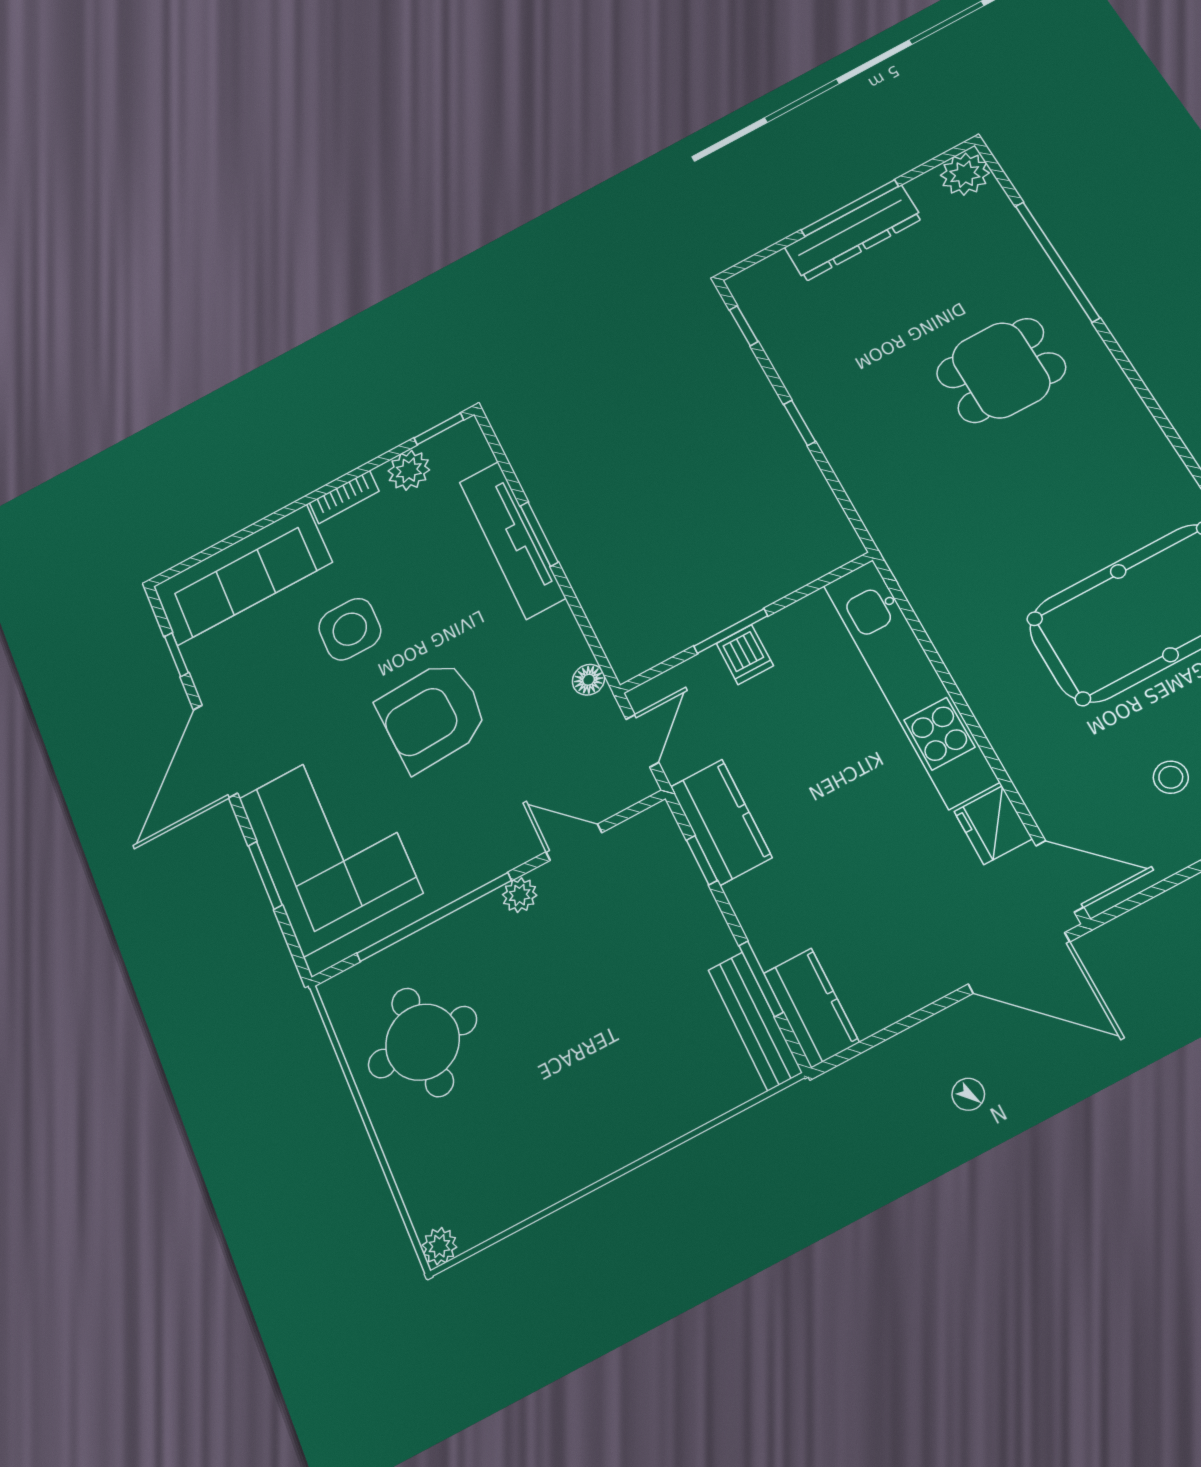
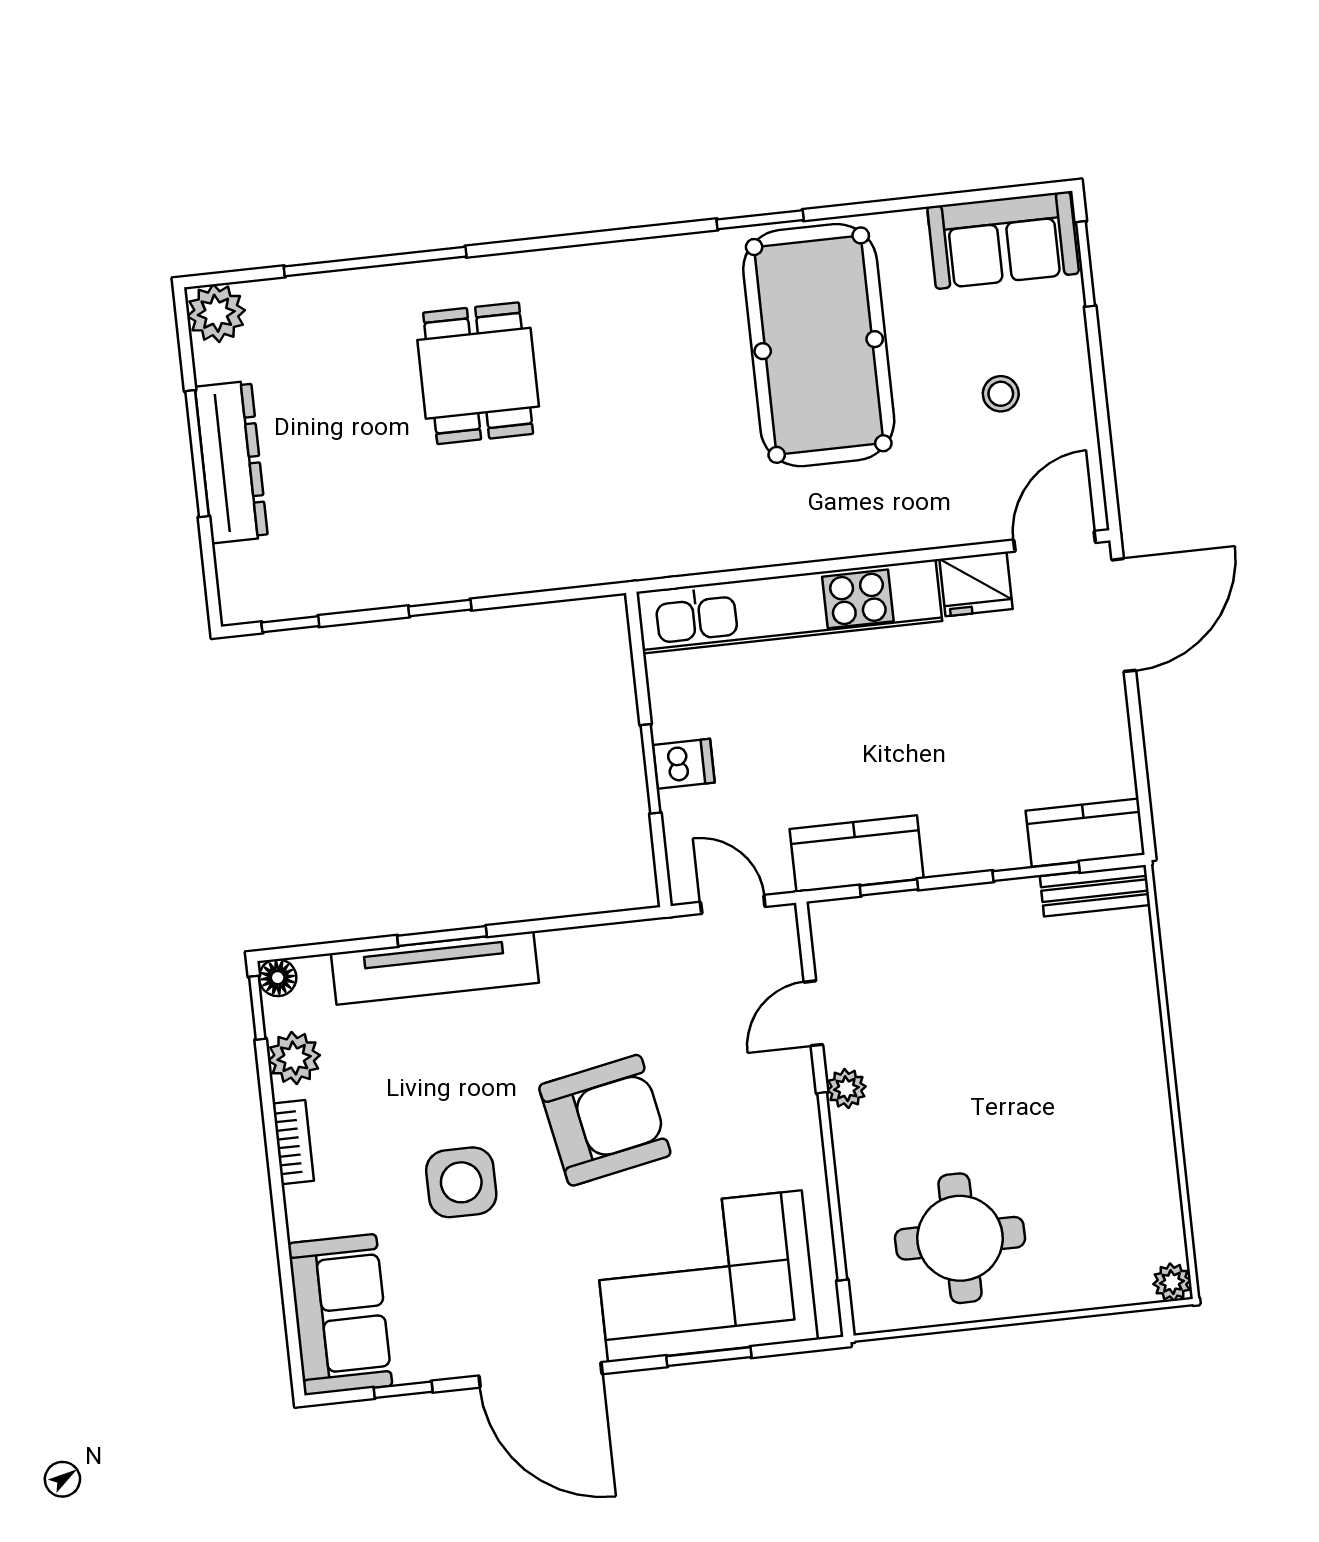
sofa: (242, 574) -> (340, 1315), width x0.73
floor lamp: (588, 680) -> (278, 978), moved
armchair: (432, 715) -> (605, 1120), turned -98
bench: (755, 1021) -> (1095, 891), width x0.73

